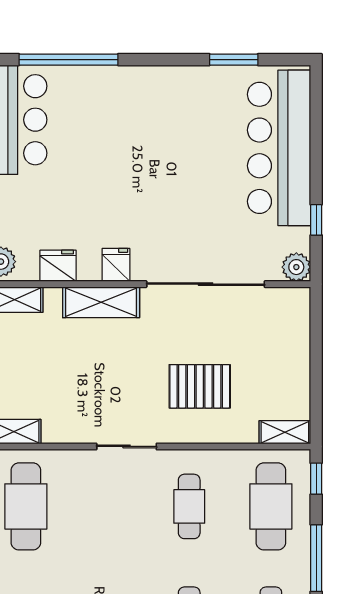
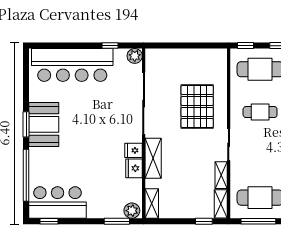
window: (234, 60) -> (26, 124), moved
booth: (165, 93) -> (44, 124), added
fridge: (58, 266) -> (134, 168), moved
pallet: (200, 386) -> (197, 107), width x1.37, depth x1.41
shelving: (285, 432) -> (221, 175), moved

